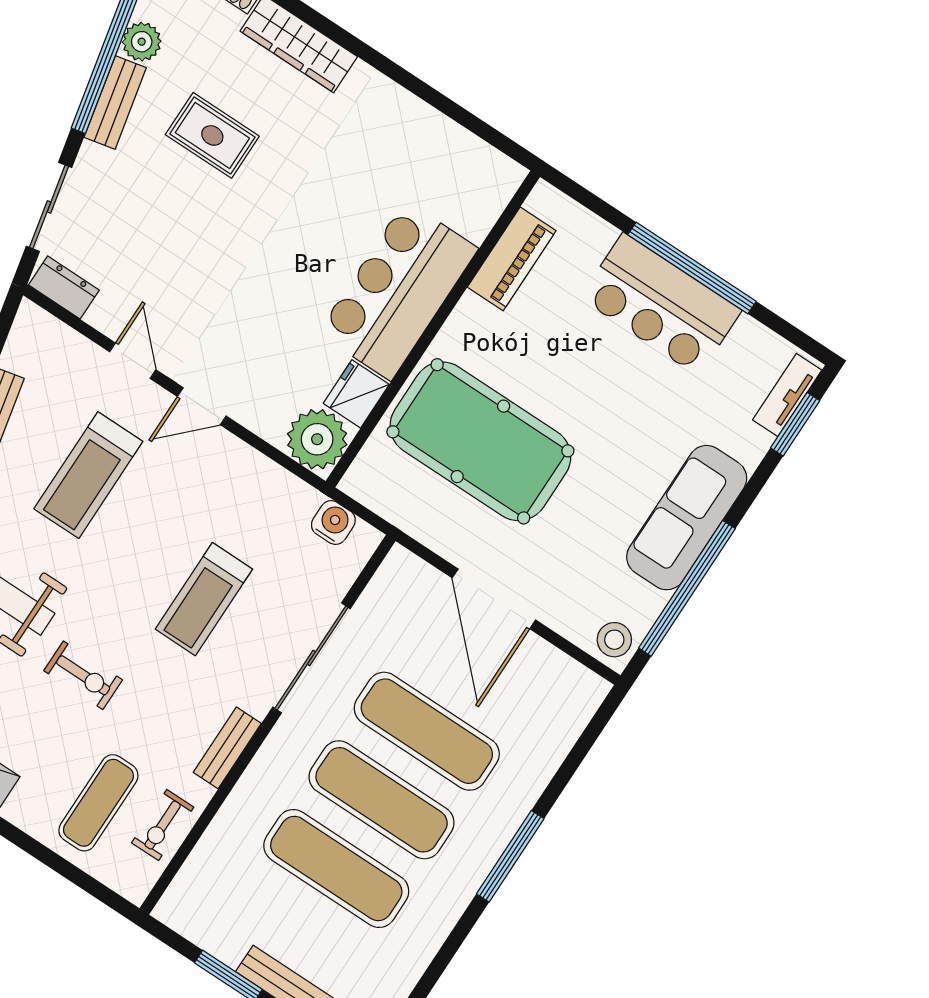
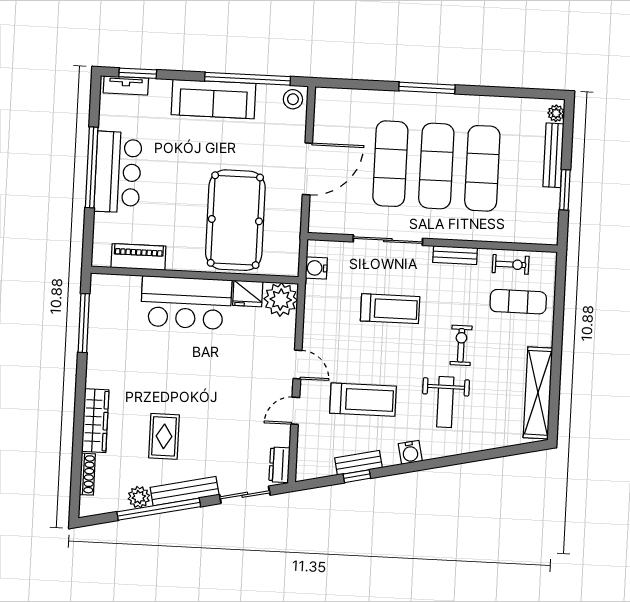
bench: (115, 103) -> (185, 491), width x1.36
window: (459, 115) -> (84, 323), added

